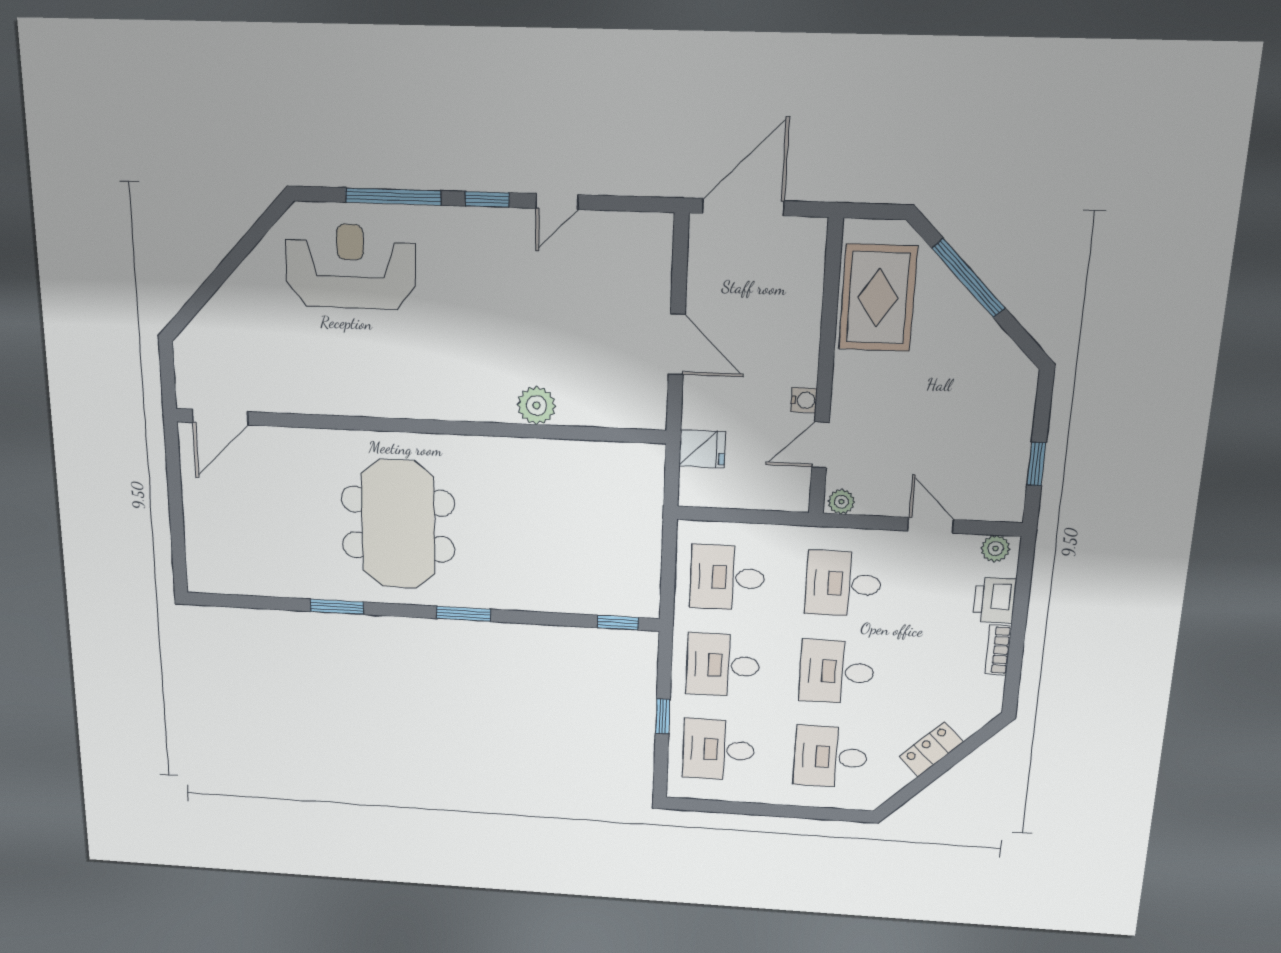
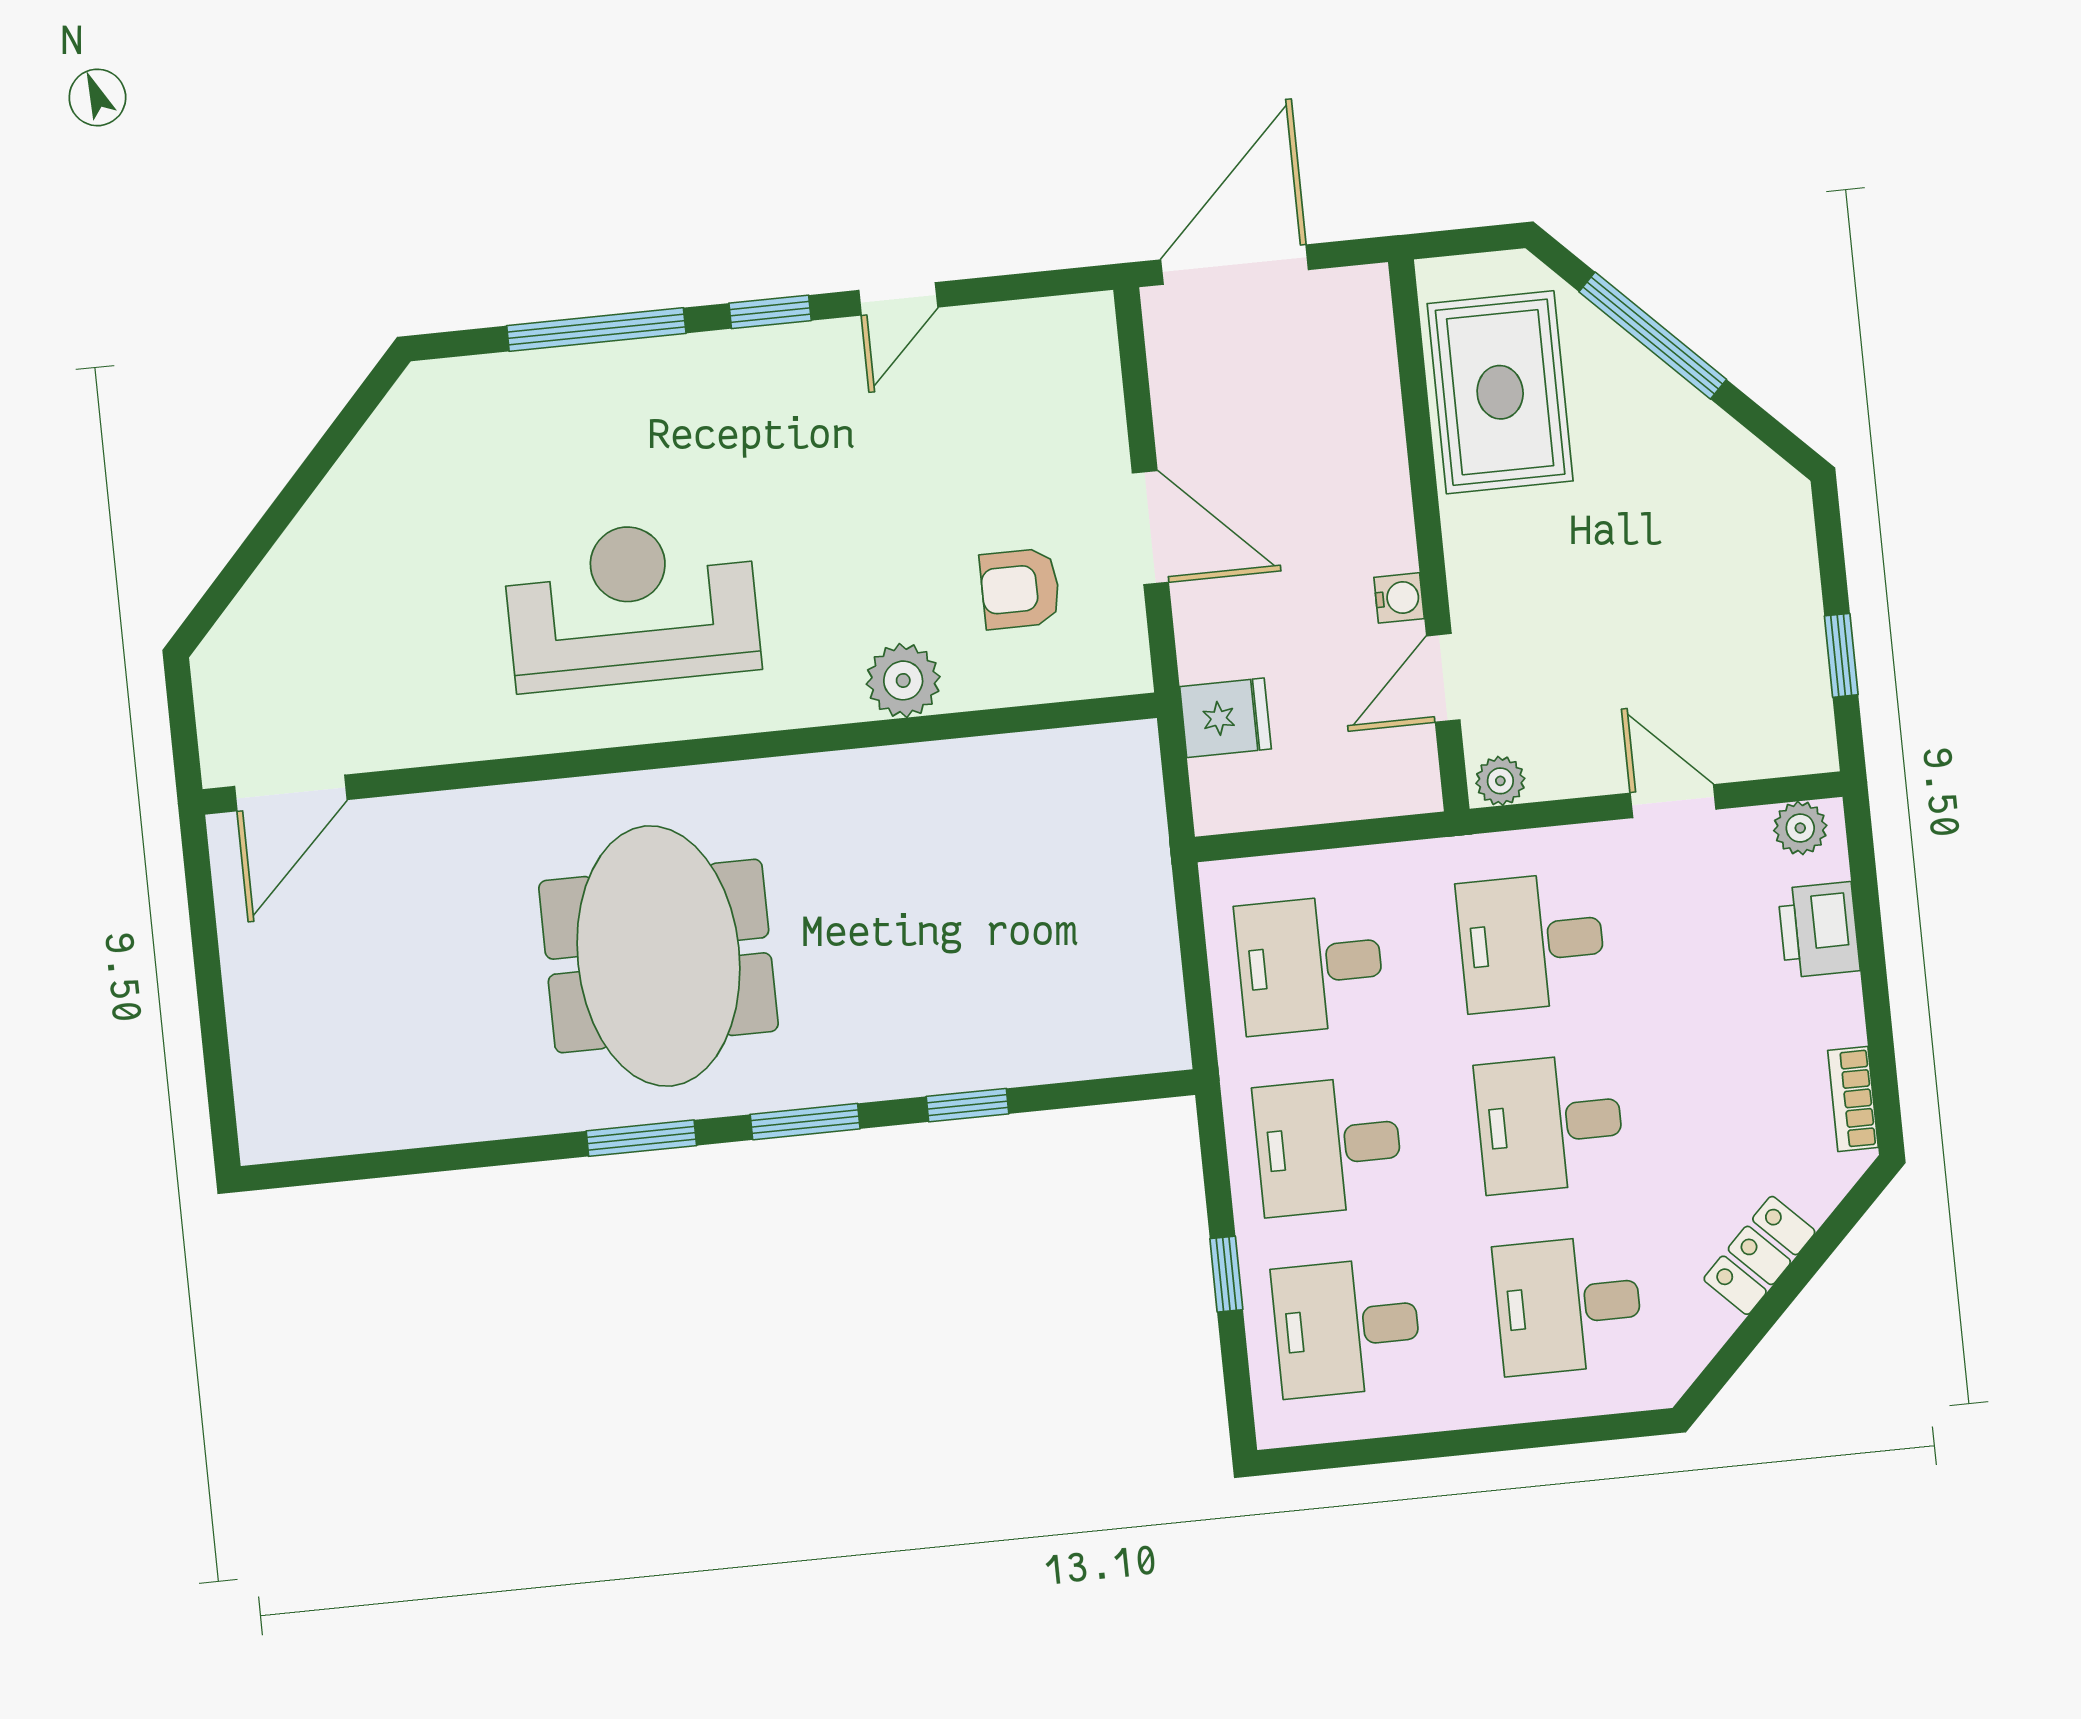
reception desk: (351, 267) -> (632, 605), moved
armchair: (603, 367) -> (1020, 589), added
window: (337, 607) -> (641, 1138), moved
window: (618, 623) -> (967, 1105), moved
bookcase: (998, 650) -> (1853, 1099), moved

